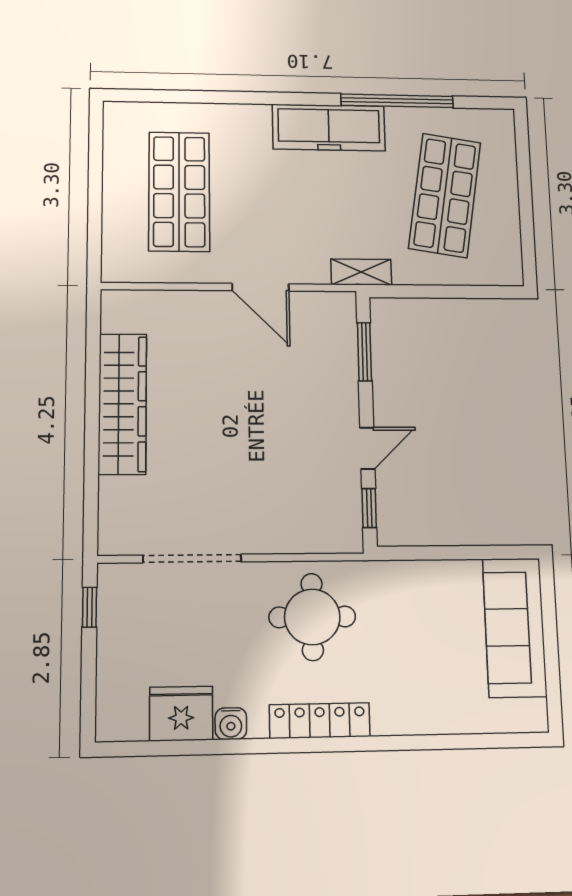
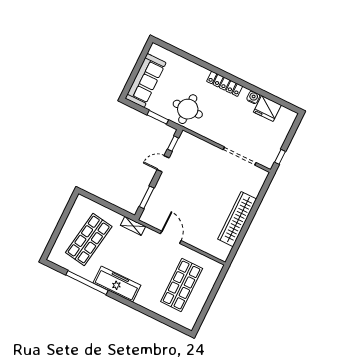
window: (438, 553) -> (158, 117), added
round table: (312, 617) -> (188, 109), moved

